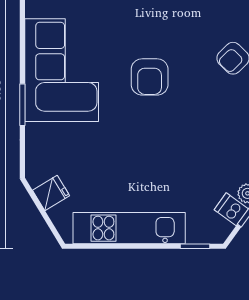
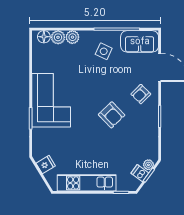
armchair: (150, 77) -> (112, 115), moved, turned -44

